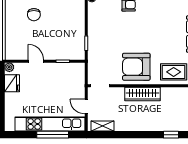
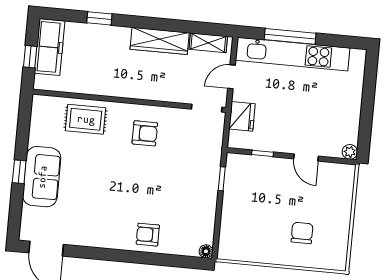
armchair: (136, 67) -> (145, 133), width x0.53, depth x0.53
fridge: (12, 83) -> (242, 116), moved, turned 180
wardrobe: (143, 94) -> (160, 41), moved, turned 180
door: (86, 106) -> (232, 77), swing flipped

